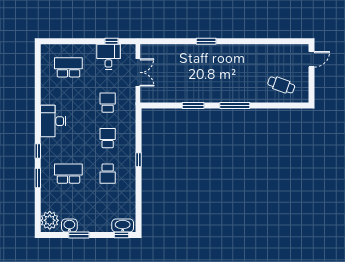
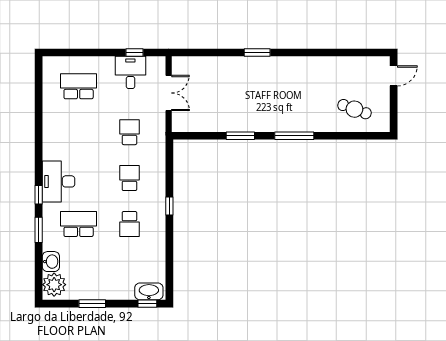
desk: (53, 121) -> (59, 181), moved
washbasin: (69, 225) -> (51, 262), moved, turned 90

